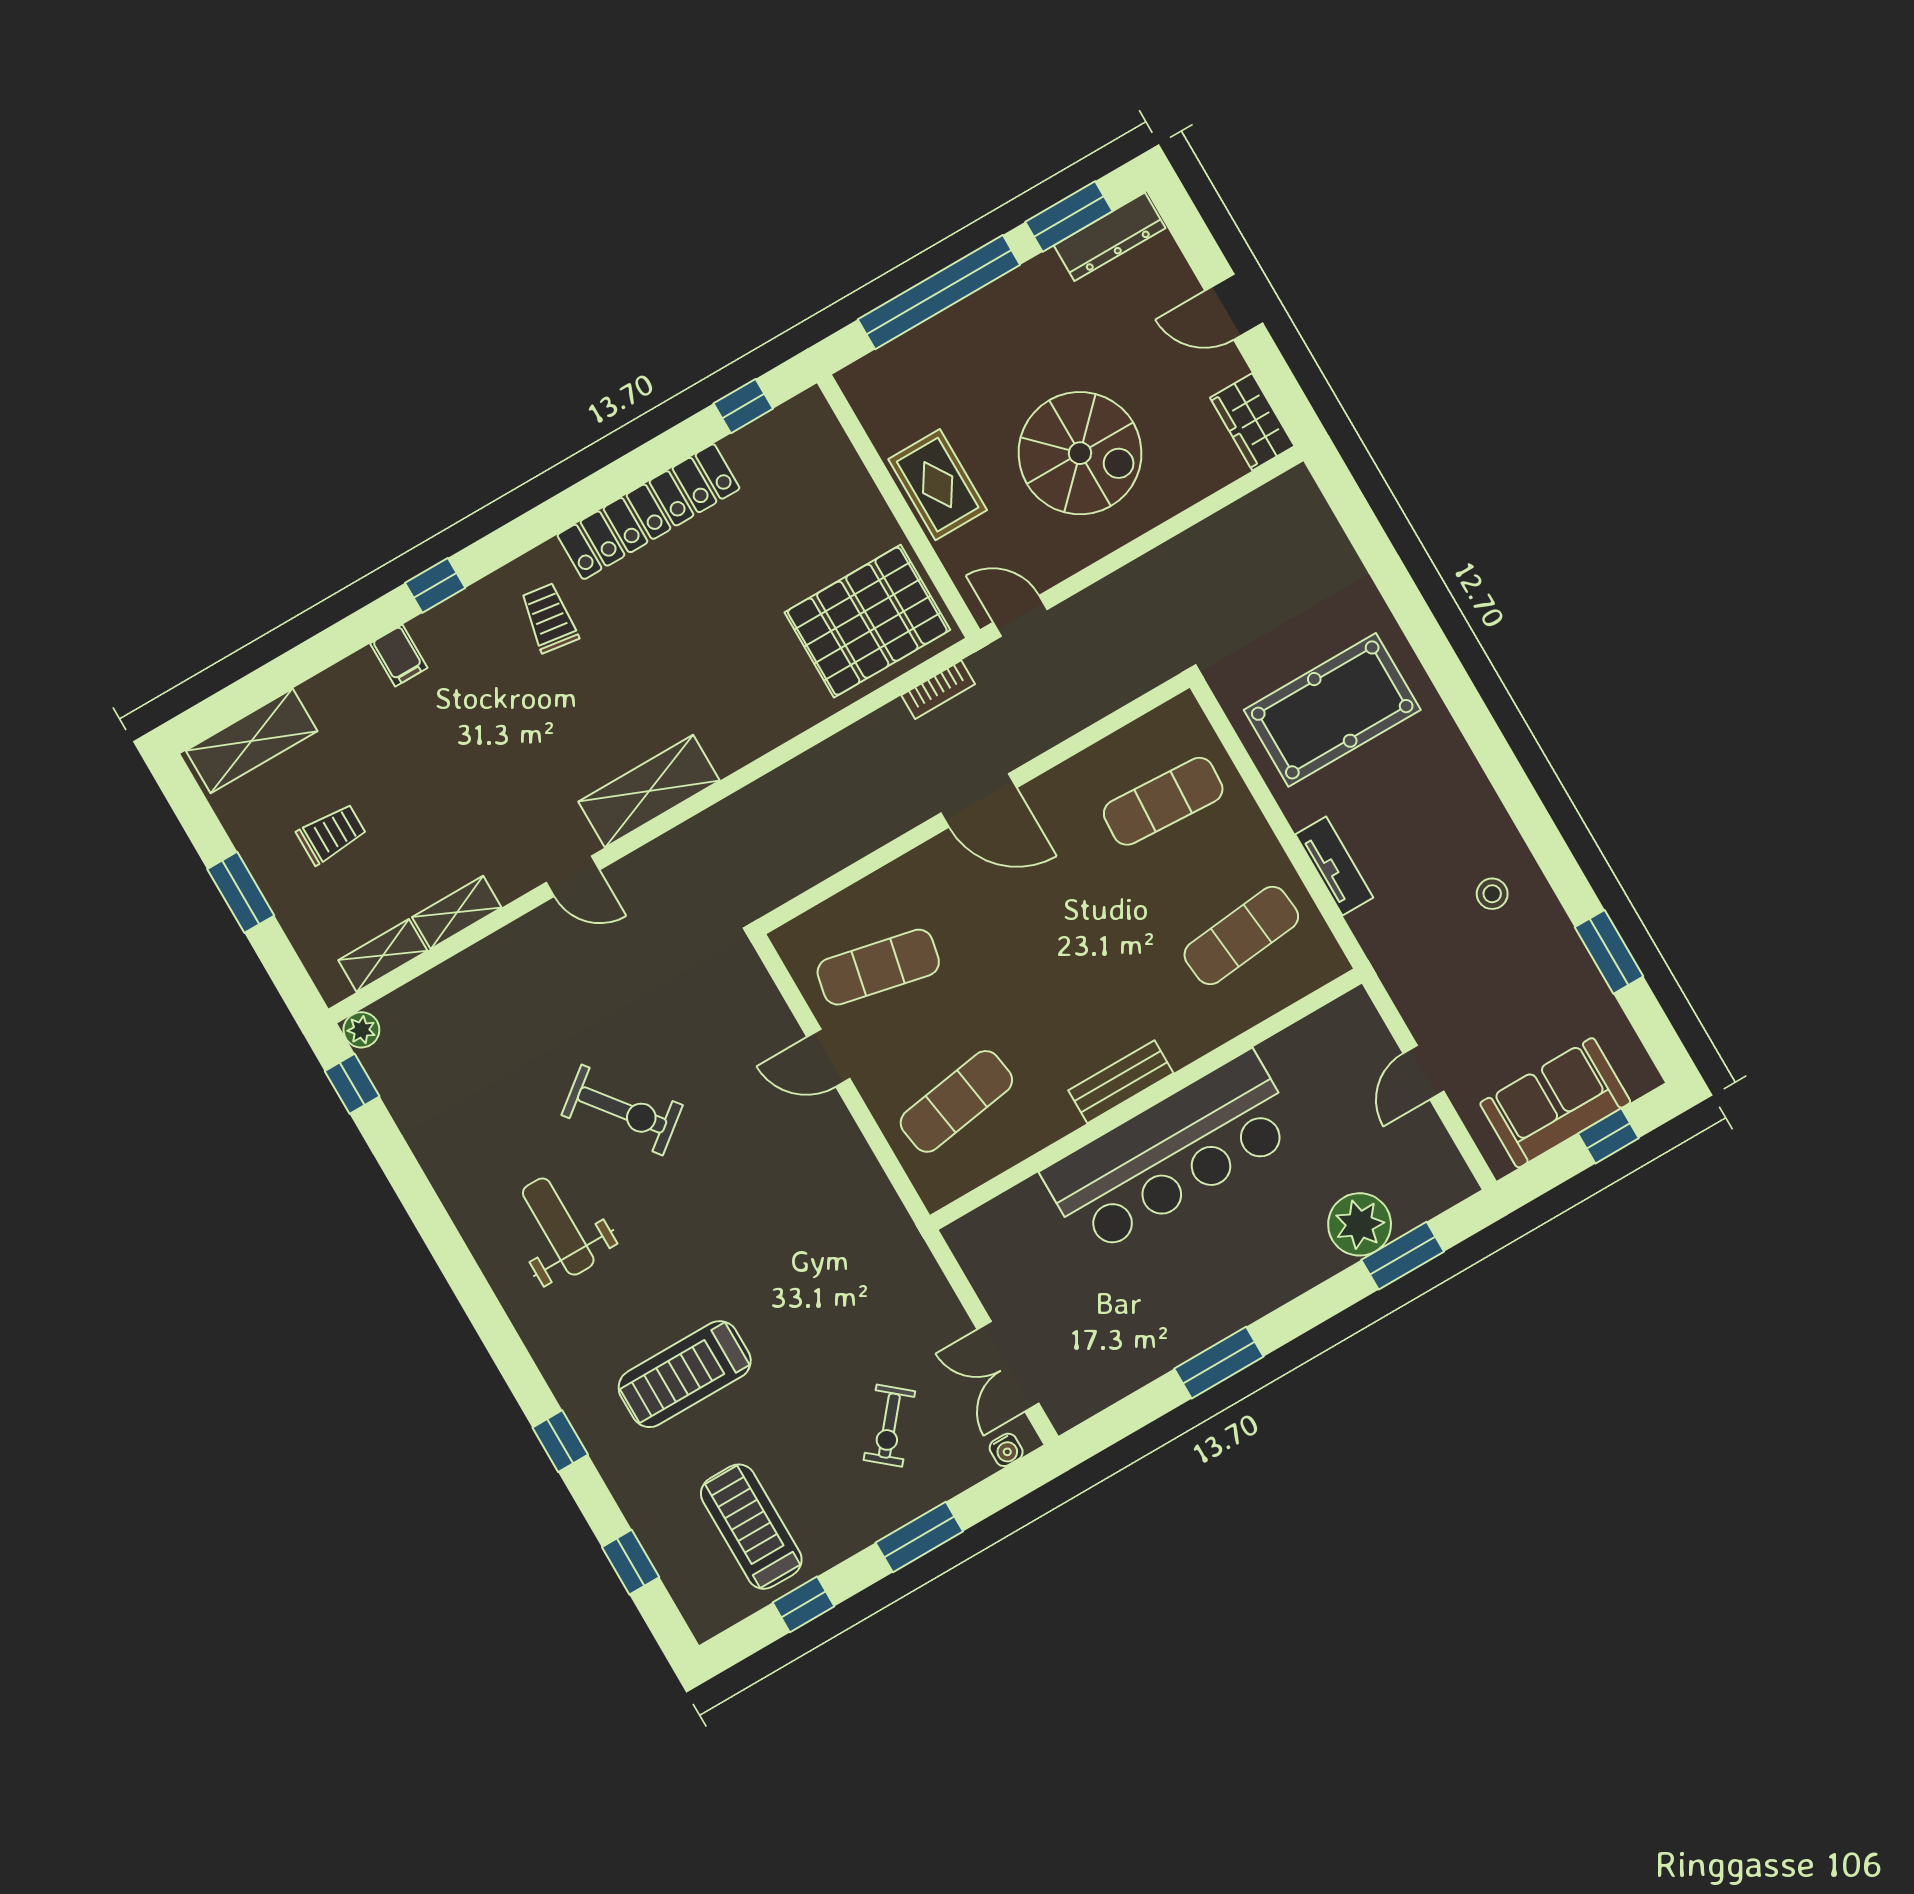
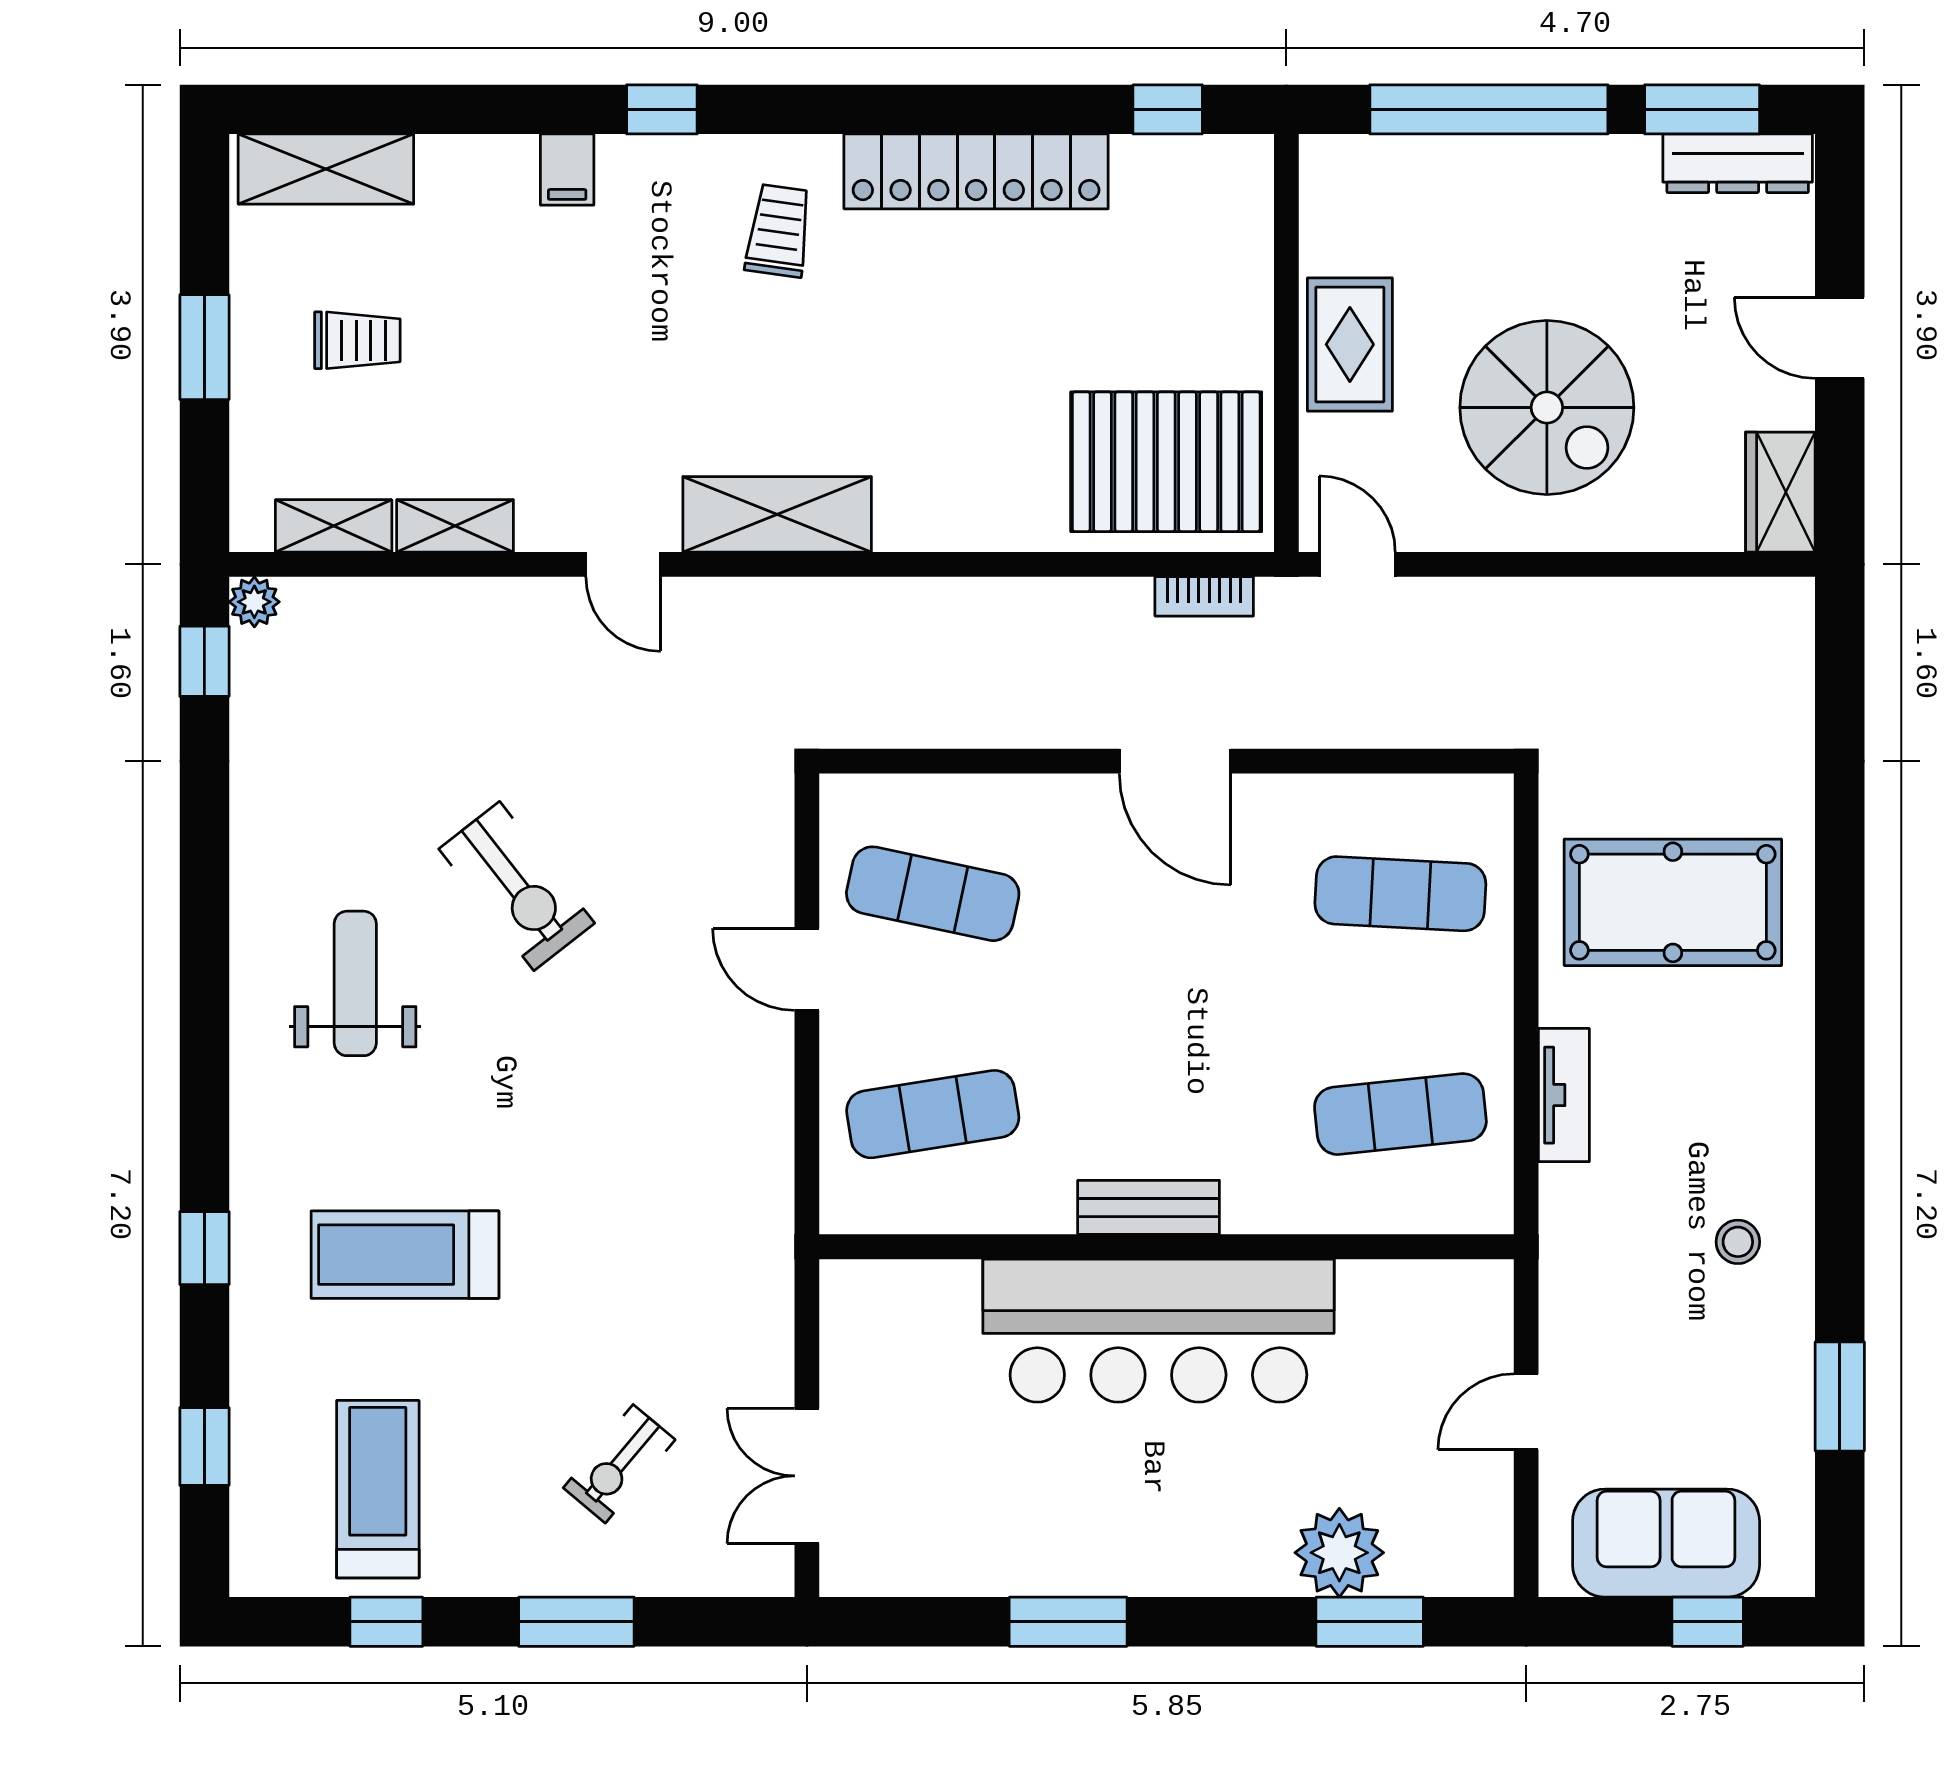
water cooler: (1006, 1450) -> (745, 1577), removed

